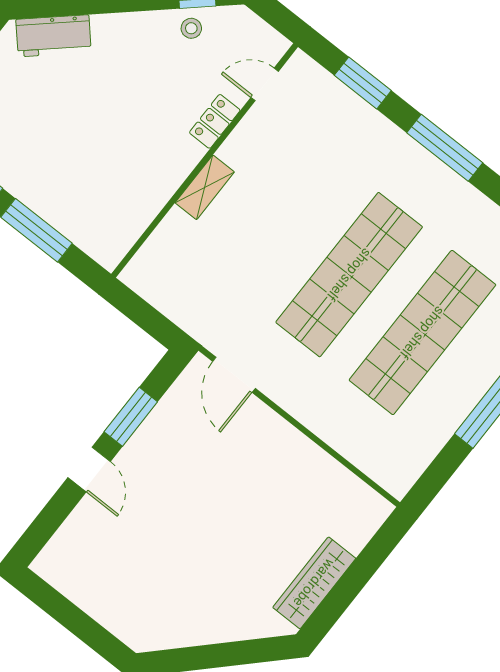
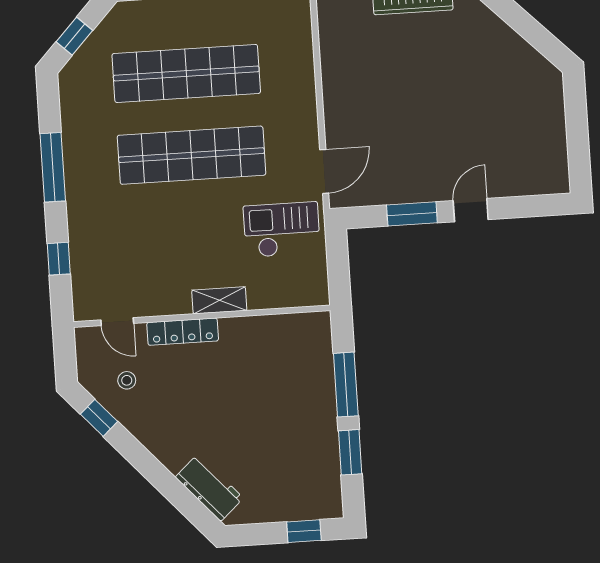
stool: (191, 28) -> (127, 380), moved
window: (363, 83) -> (59, 259), width x0.67
locker: (215, 121) -> (183, 332), width x1.53
checkout: (217, 294) -> (282, 230), added

